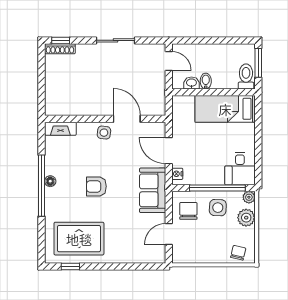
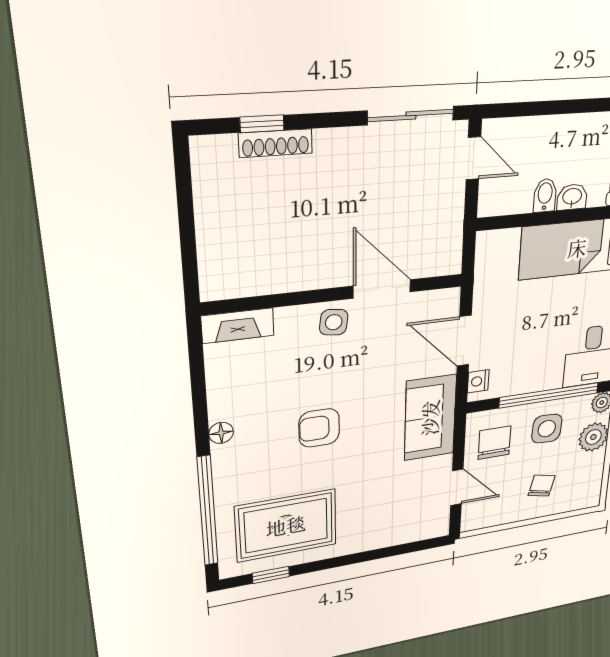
window: (61, 40) -> (262, 124), moved
sliding door: (115, 40) -> (411, 115), moved
shoe rack: (60, 49) -> (276, 143), moved
washbasin: (191, 83) -> (572, 197), moved
window: (42, 186) -> (207, 511), moved
door: (169, 234) -> (457, 487), swing flipped
chair: (238, 253) -> (542, 486), moved

